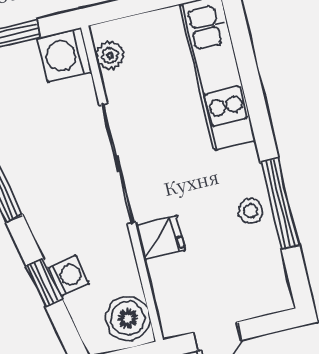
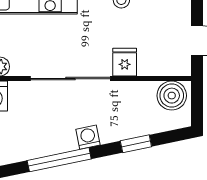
washing machine: (68, 276) -> (88, 137), moved

